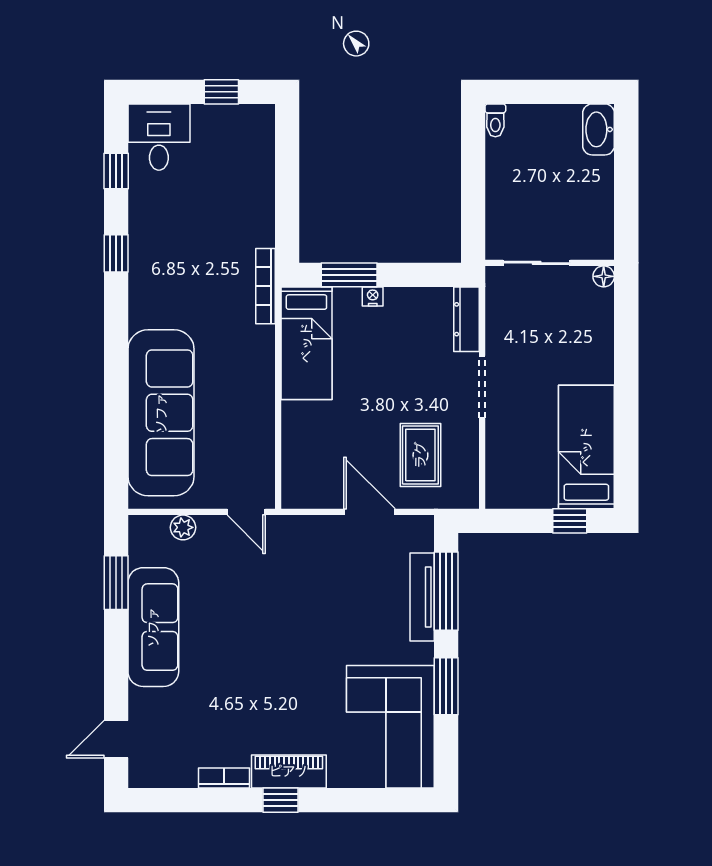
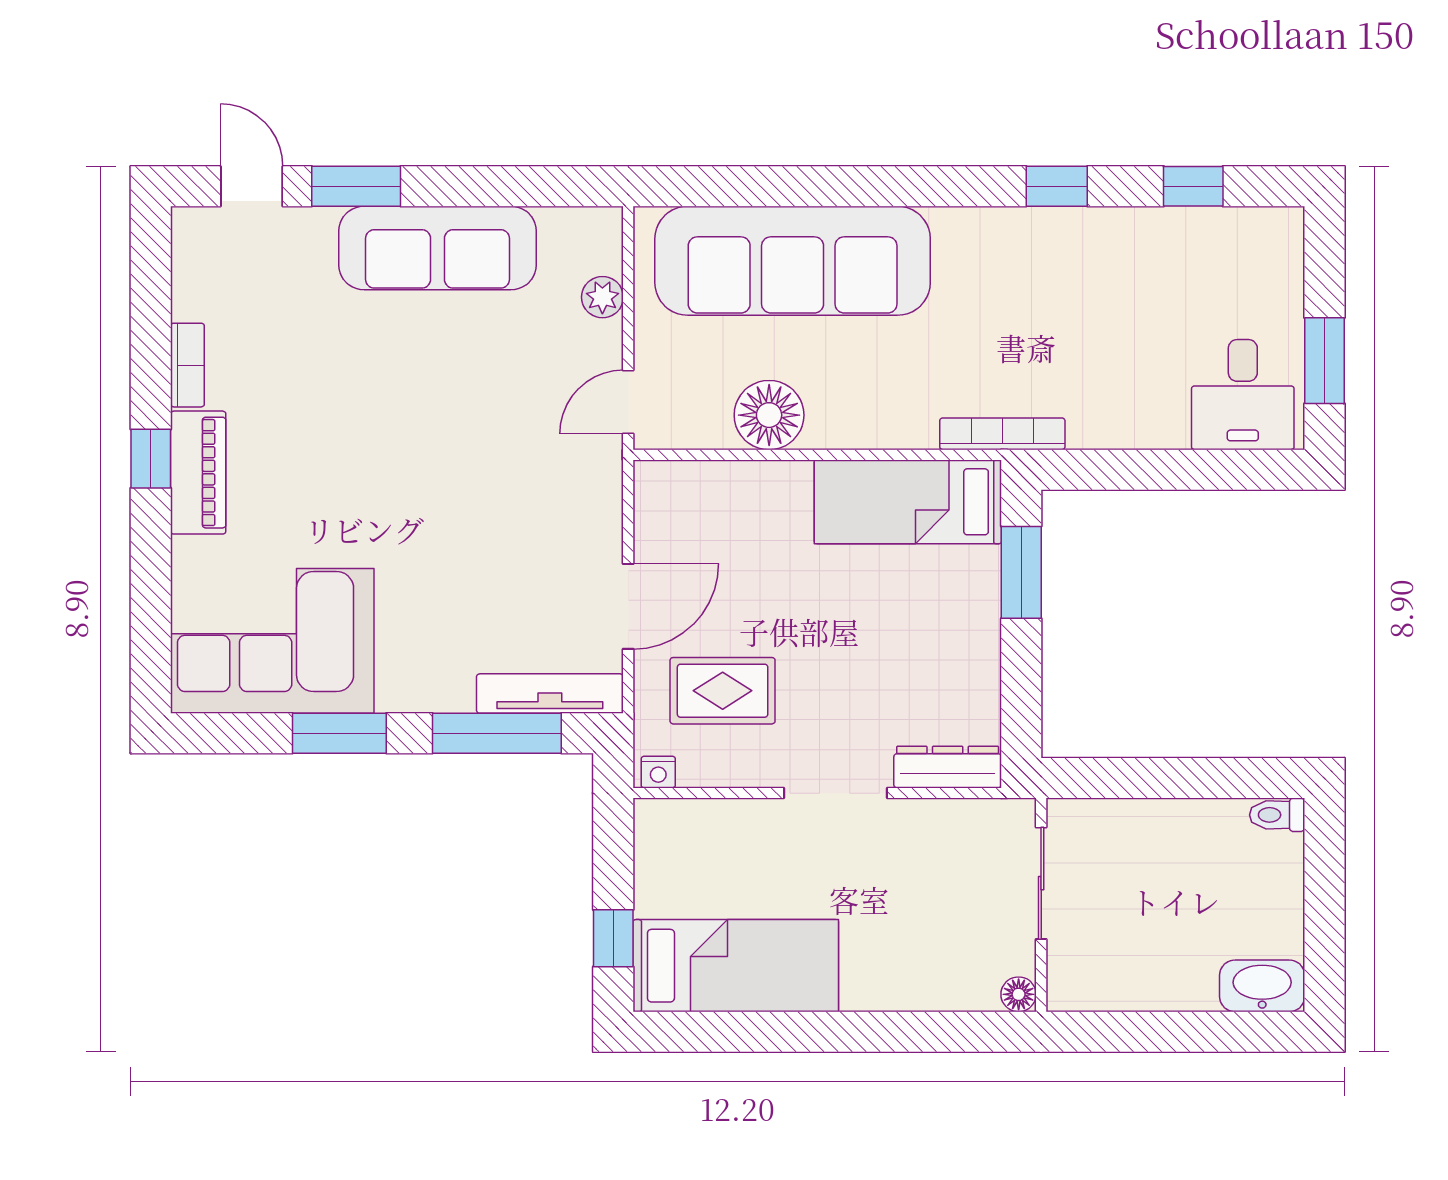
window: (221, 92) -> (1325, 361), width x1.50
desk: (159, 137) -> (1243, 395), moved, turned 90
nightstand: (373, 297) -> (658, 772), moved, turned 90
floor lamp: (254, 427) -> (769, 415), added
window: (116, 583) -> (356, 186), moved
tv unit: (422, 597) -> (550, 694), moved

